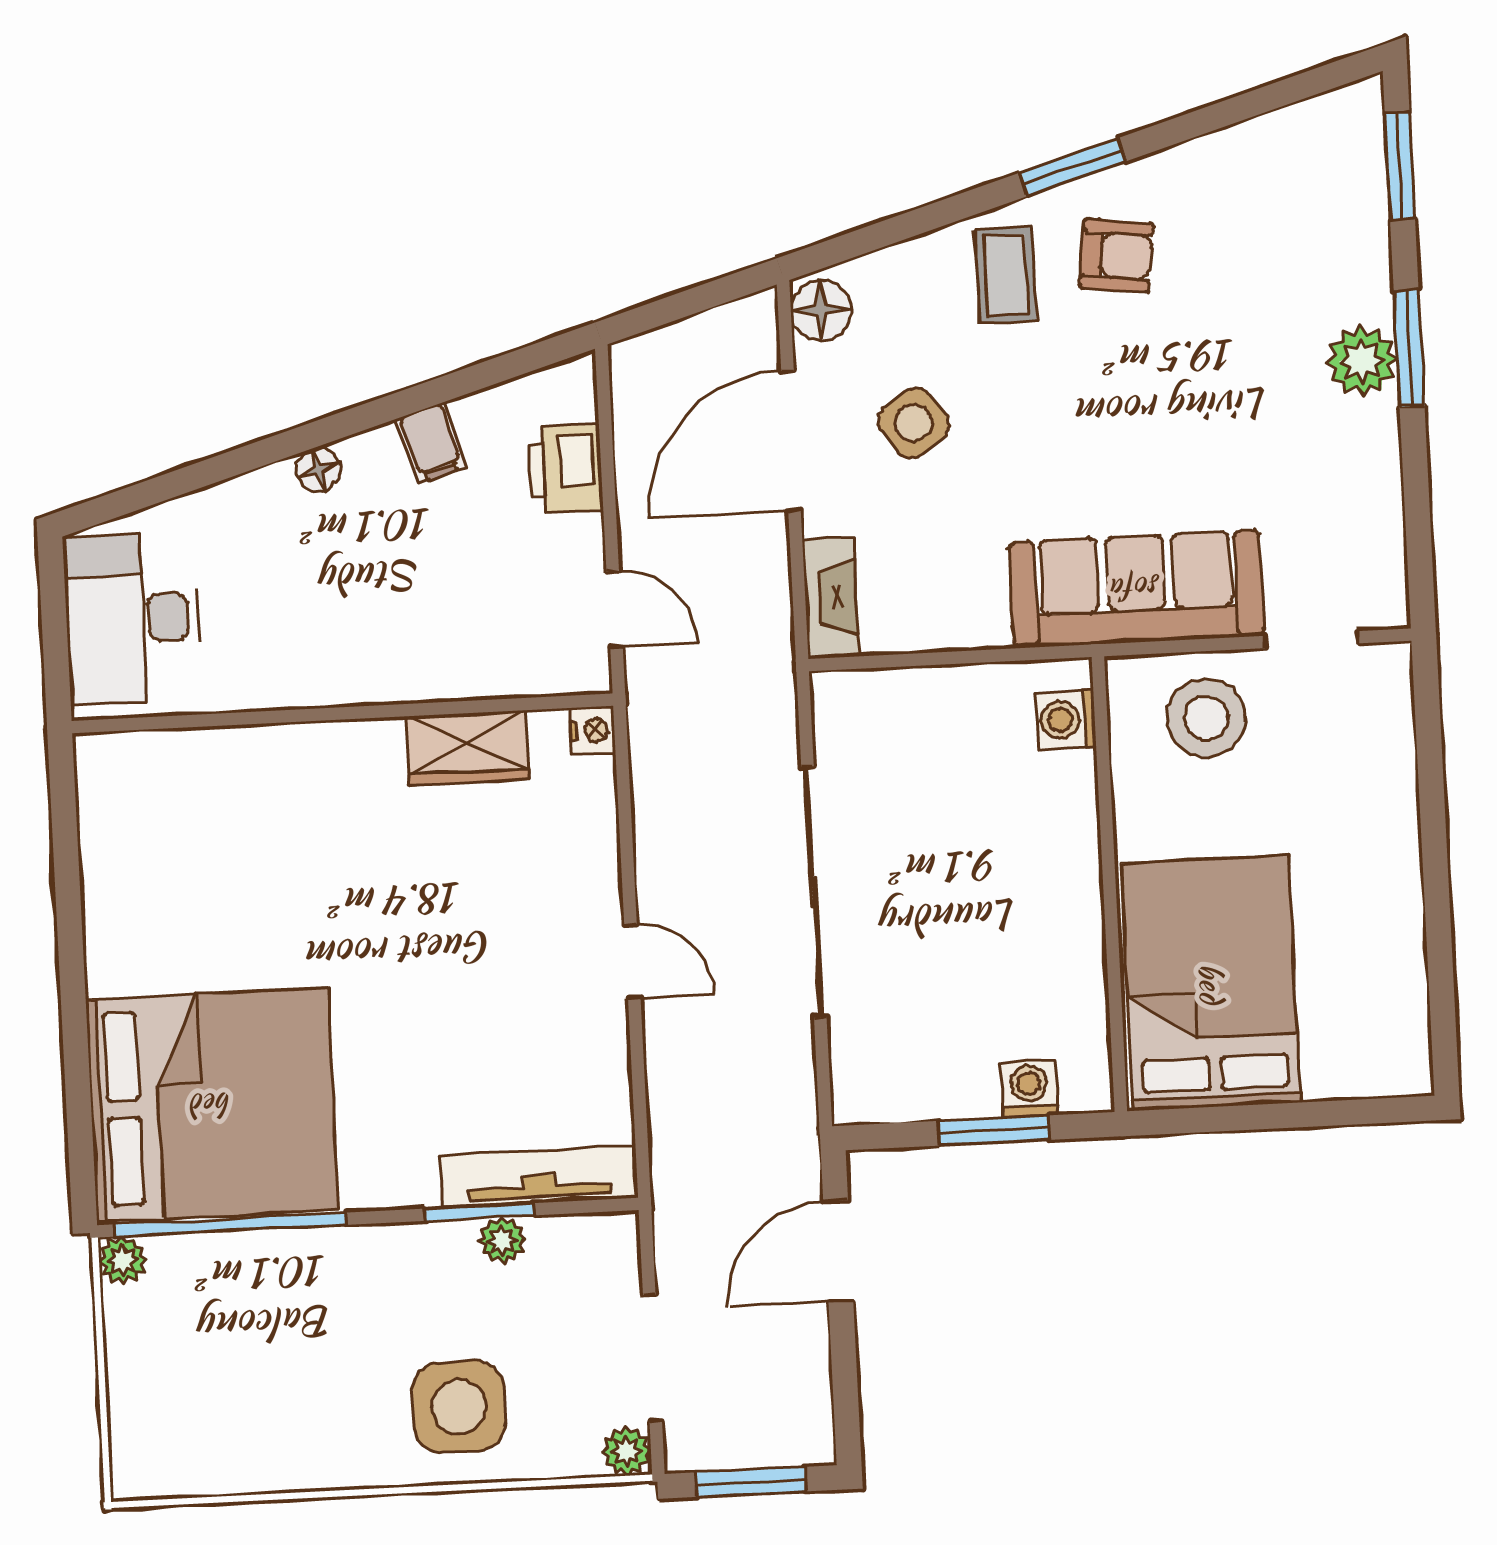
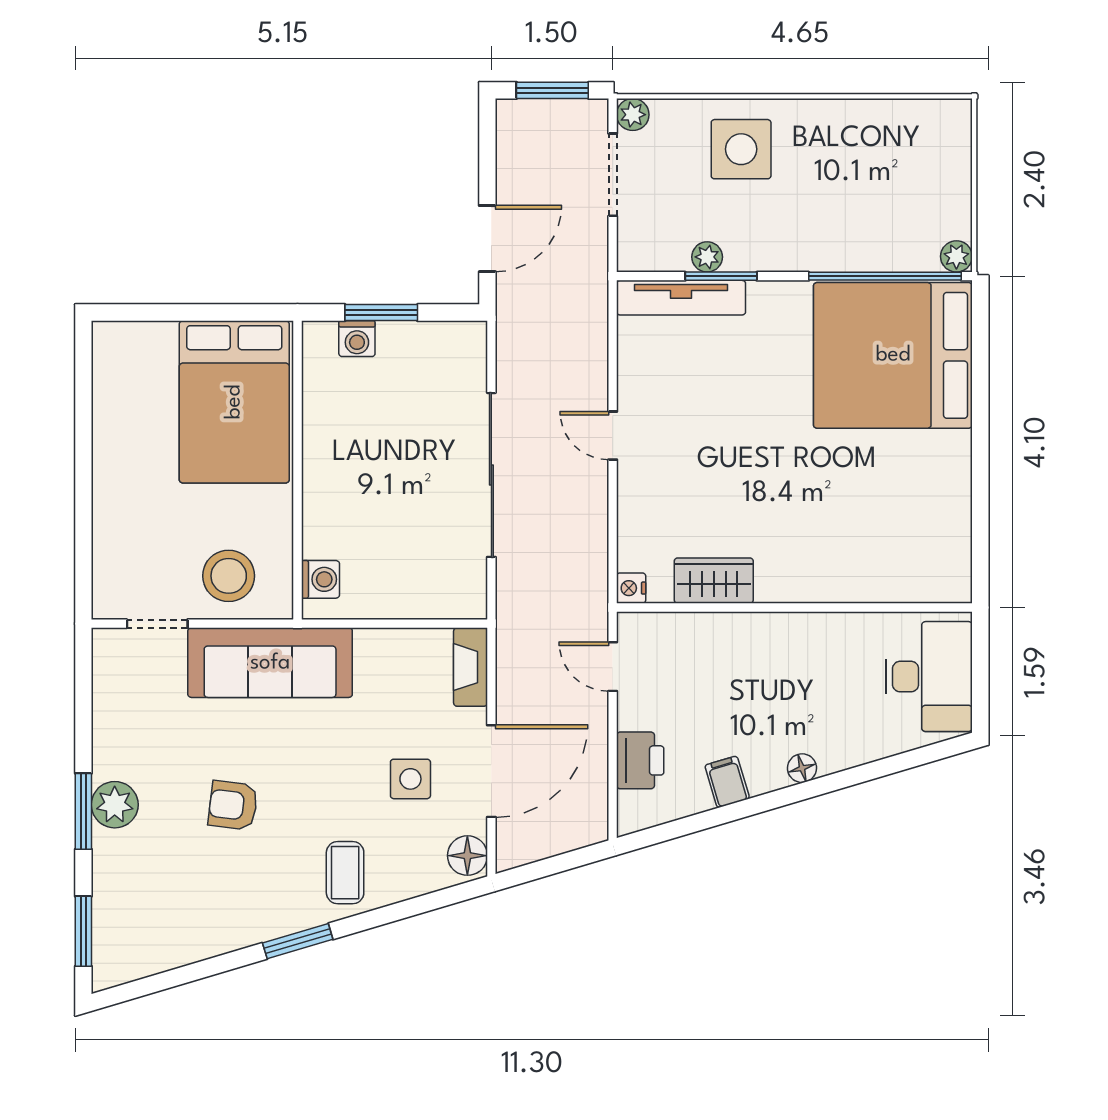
armchair: (1116, 255) -> (233, 805), moved
side table: (914, 423) -> (410, 779), turned 35

